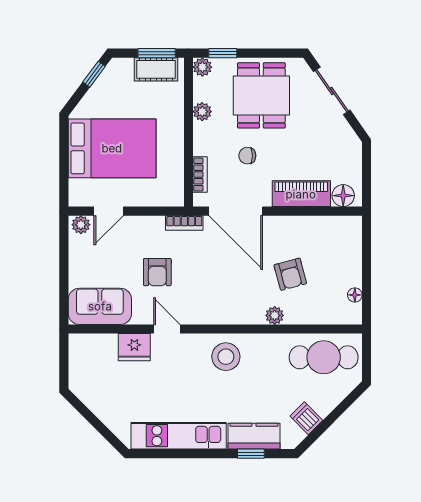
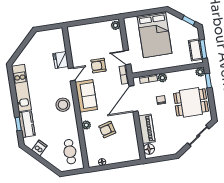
plant: (202, 112) -> (162, 78), moved
door: (109, 211) -> (127, 57), moved
sofa: (100, 306) -> (86, 96), moved
cafe table: (324, 357) -> (70, 152), width x0.73, depth x0.74

